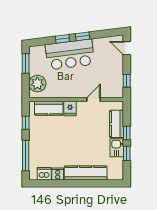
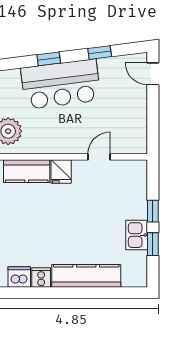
window: (83, 36) -> (100, 53), moved
window: (127, 81) -> (153, 127), removed
kitchen counter: (117, 124) -> (136, 196), removed

